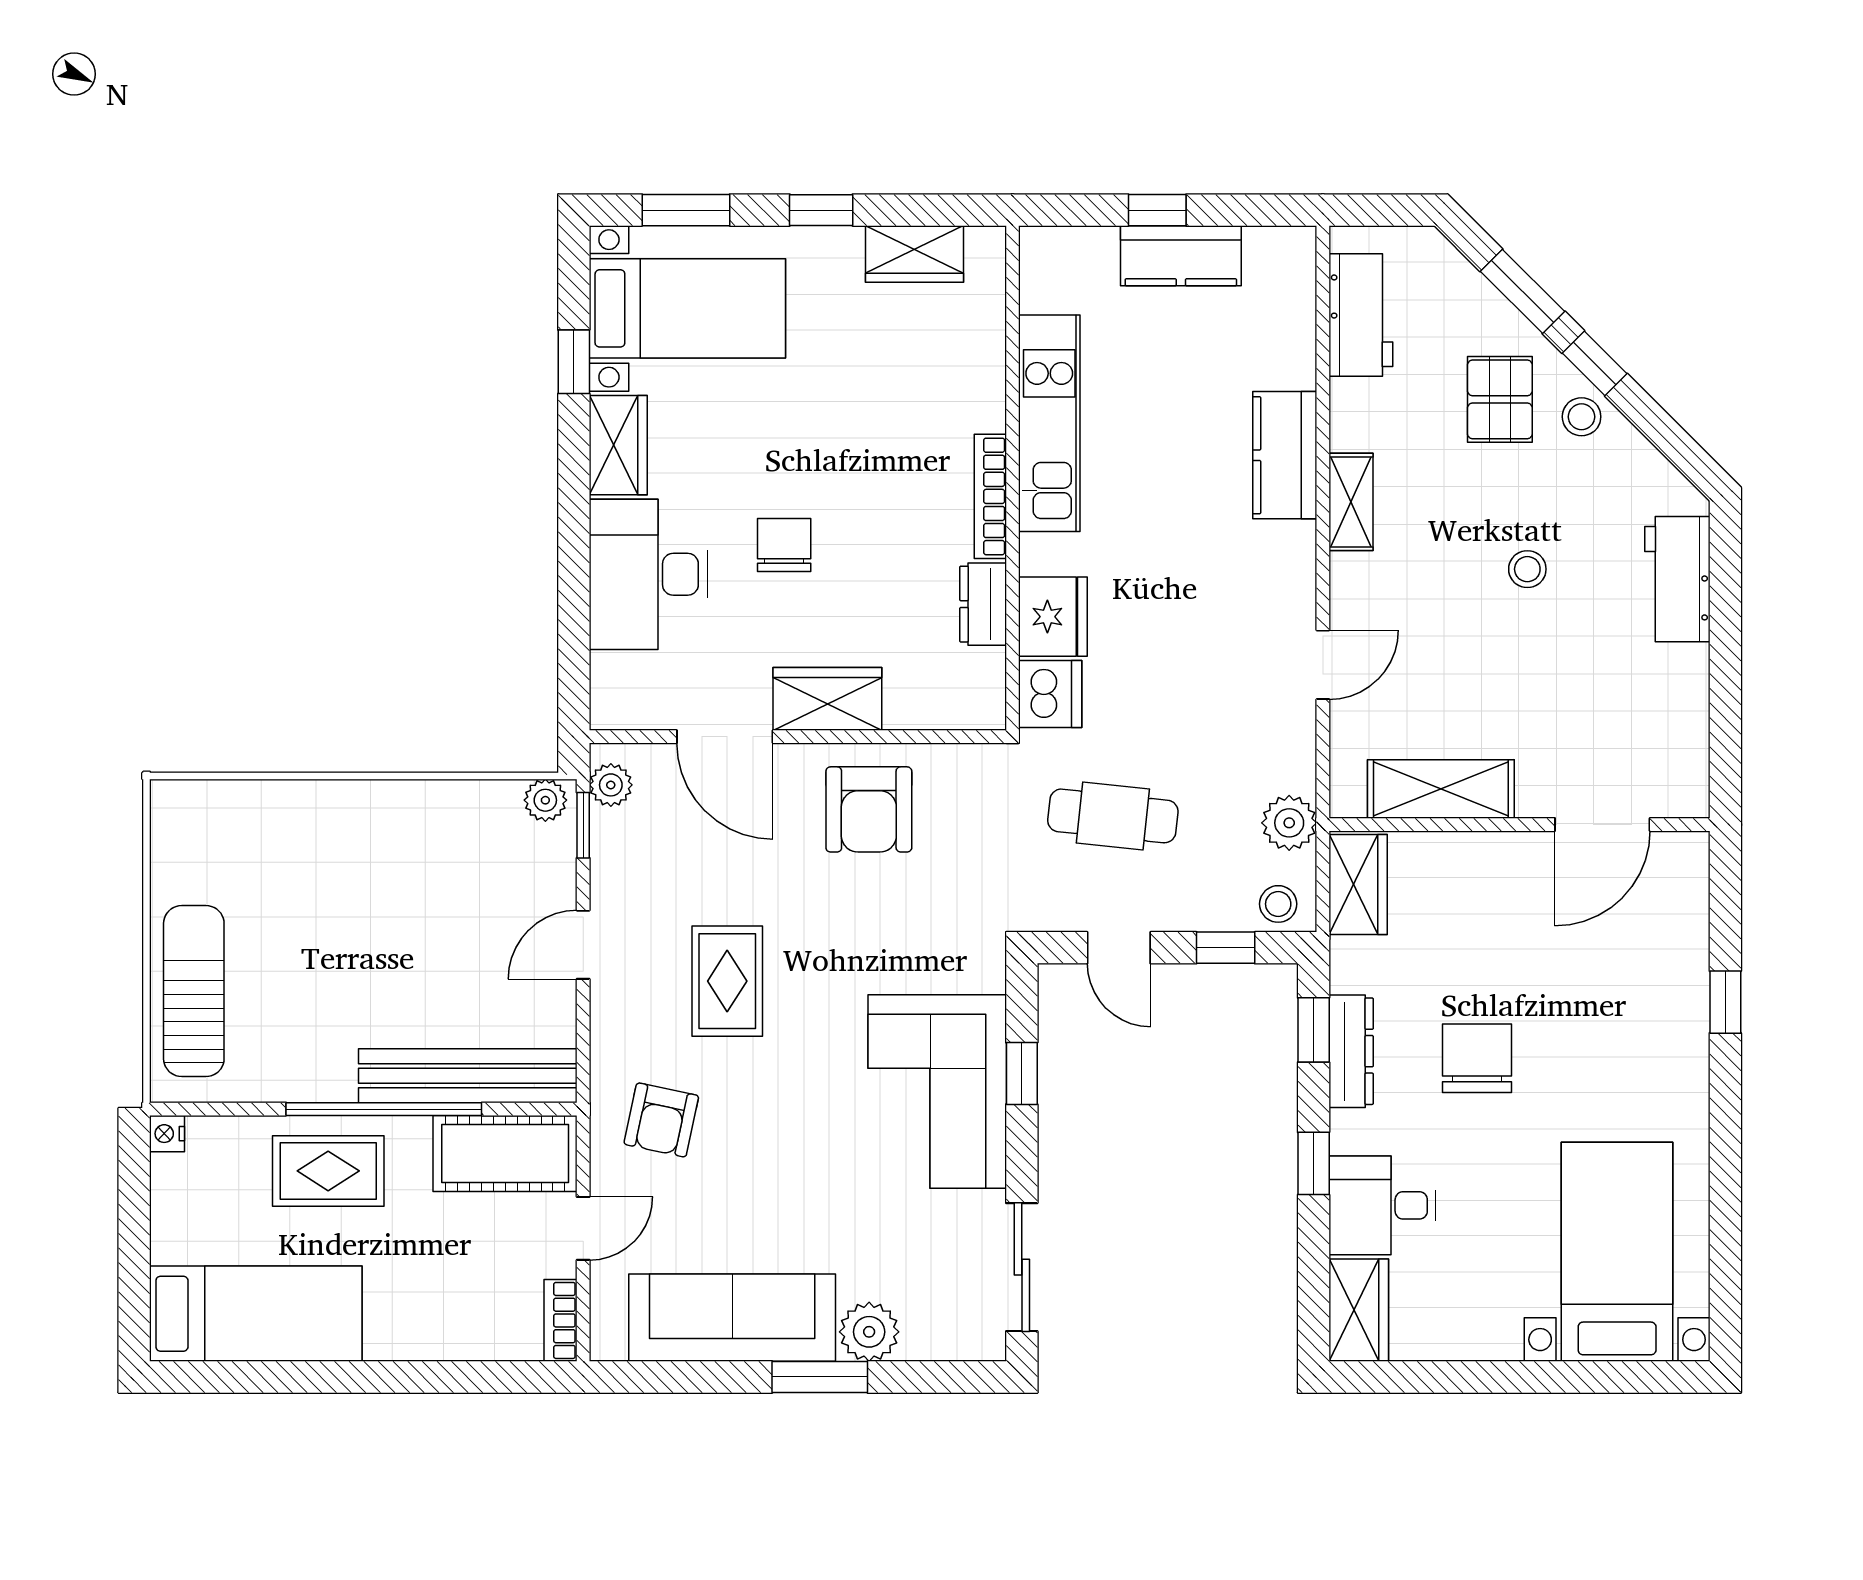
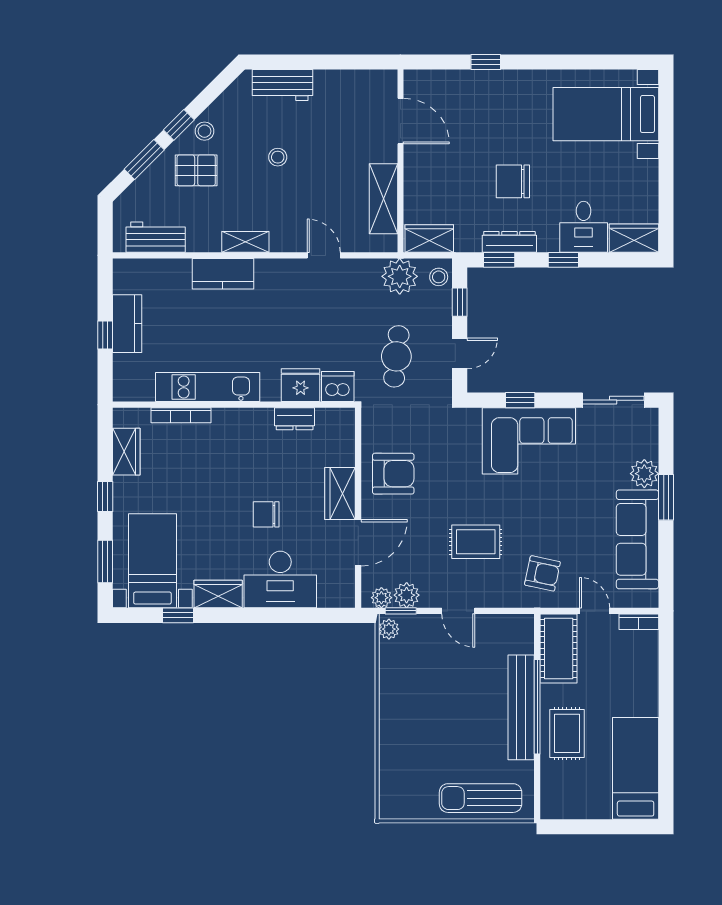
bookcase: (990, 496) -> (181, 415), moved
plant: (1289, 823) -> (400, 276), width x1.36, depth x1.36
plant: (616, 837) -> (407, 595), added
bench: (468, 1076) -> (521, 707), moved
nightstand: (167, 1134) -> (549, 811), removed

